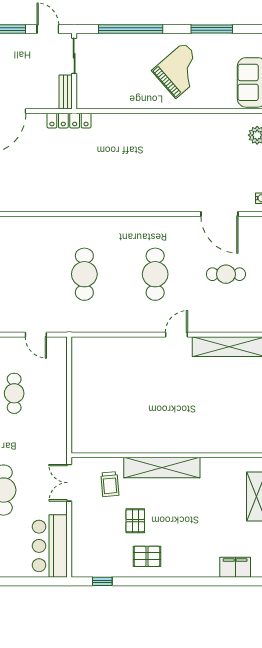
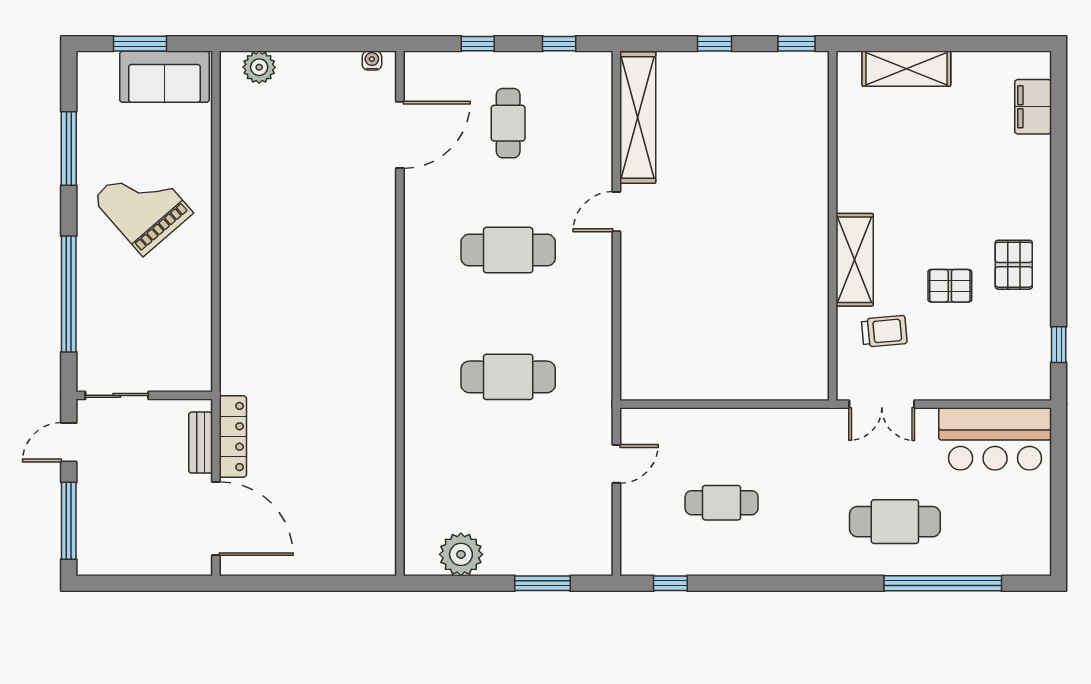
bench: (66, 92) -> (201, 443), moved, turned 90
locker: (69, 121) -> (233, 437), moved
door: (177, 335) -> (616, 212), hinge flipped
shelving: (162, 468) -> (855, 260), width x0.68

